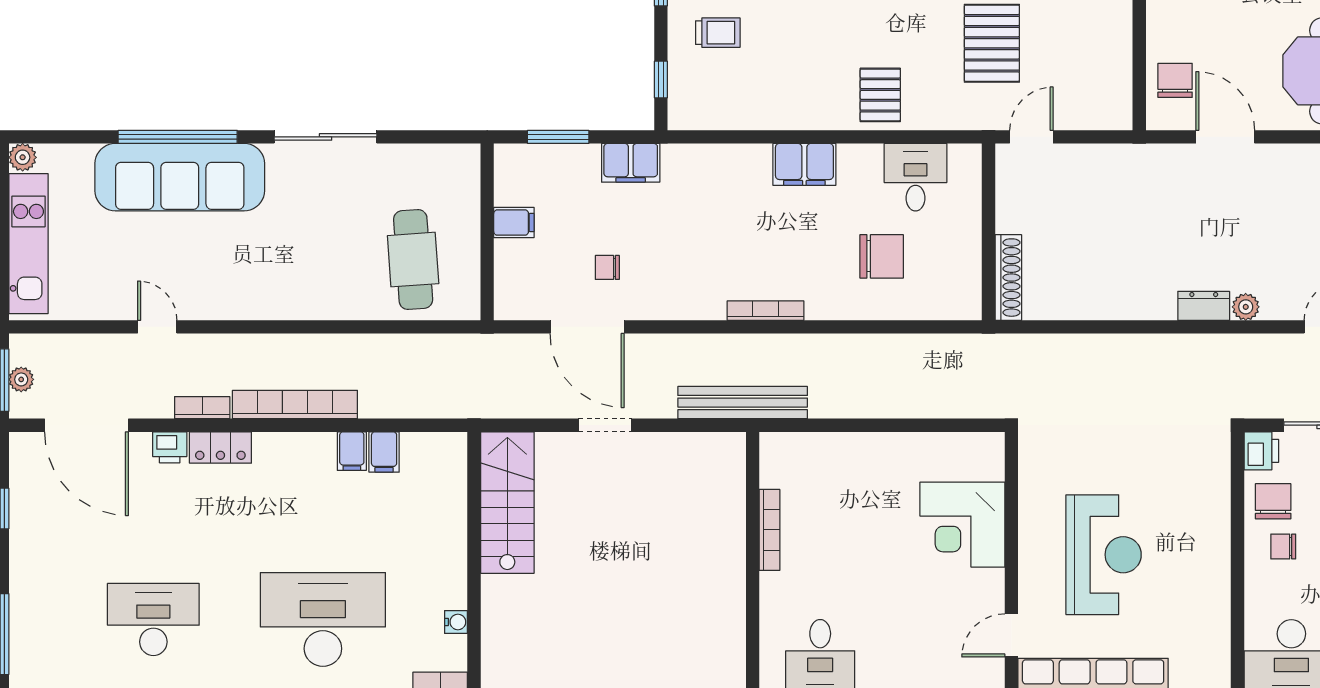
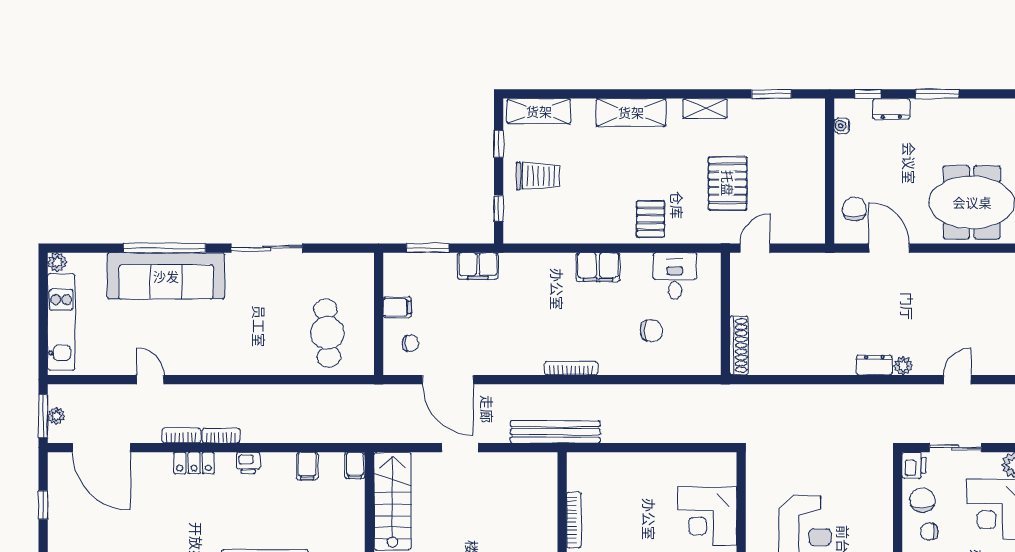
trolley: (718, 33) -> (538, 176), width x1.36, depth x1.39
chair: (882, 256) -> (651, 331), width x0.73, depth x0.73
chair: (607, 267) -> (410, 343), moved, turned 180
bookcase: (295, 405) -> (221, 436), width x0.43, depth x0.76
printer: (170, 447) -> (248, 463), moved
filing cabinet: (352, 451) -> (355, 465), moved

